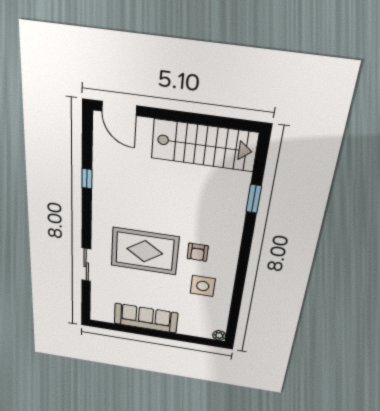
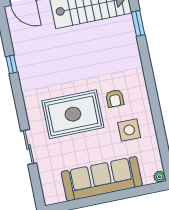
window: (254, 199) -> (138, 23), moved
sofa: (146, 318) -> (102, 179), width x1.36, depth x1.27

